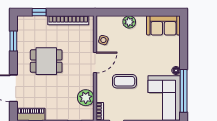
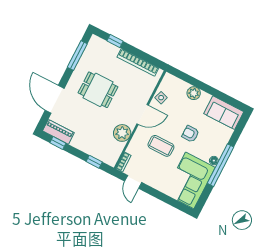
window: (13, 41) -> (77, 55), width x1.44
armchair: (144, 58) -> (190, 134), added
window: (184, 91) -> (220, 165), moved
plant: (86, 98) -> (122, 133), moved

